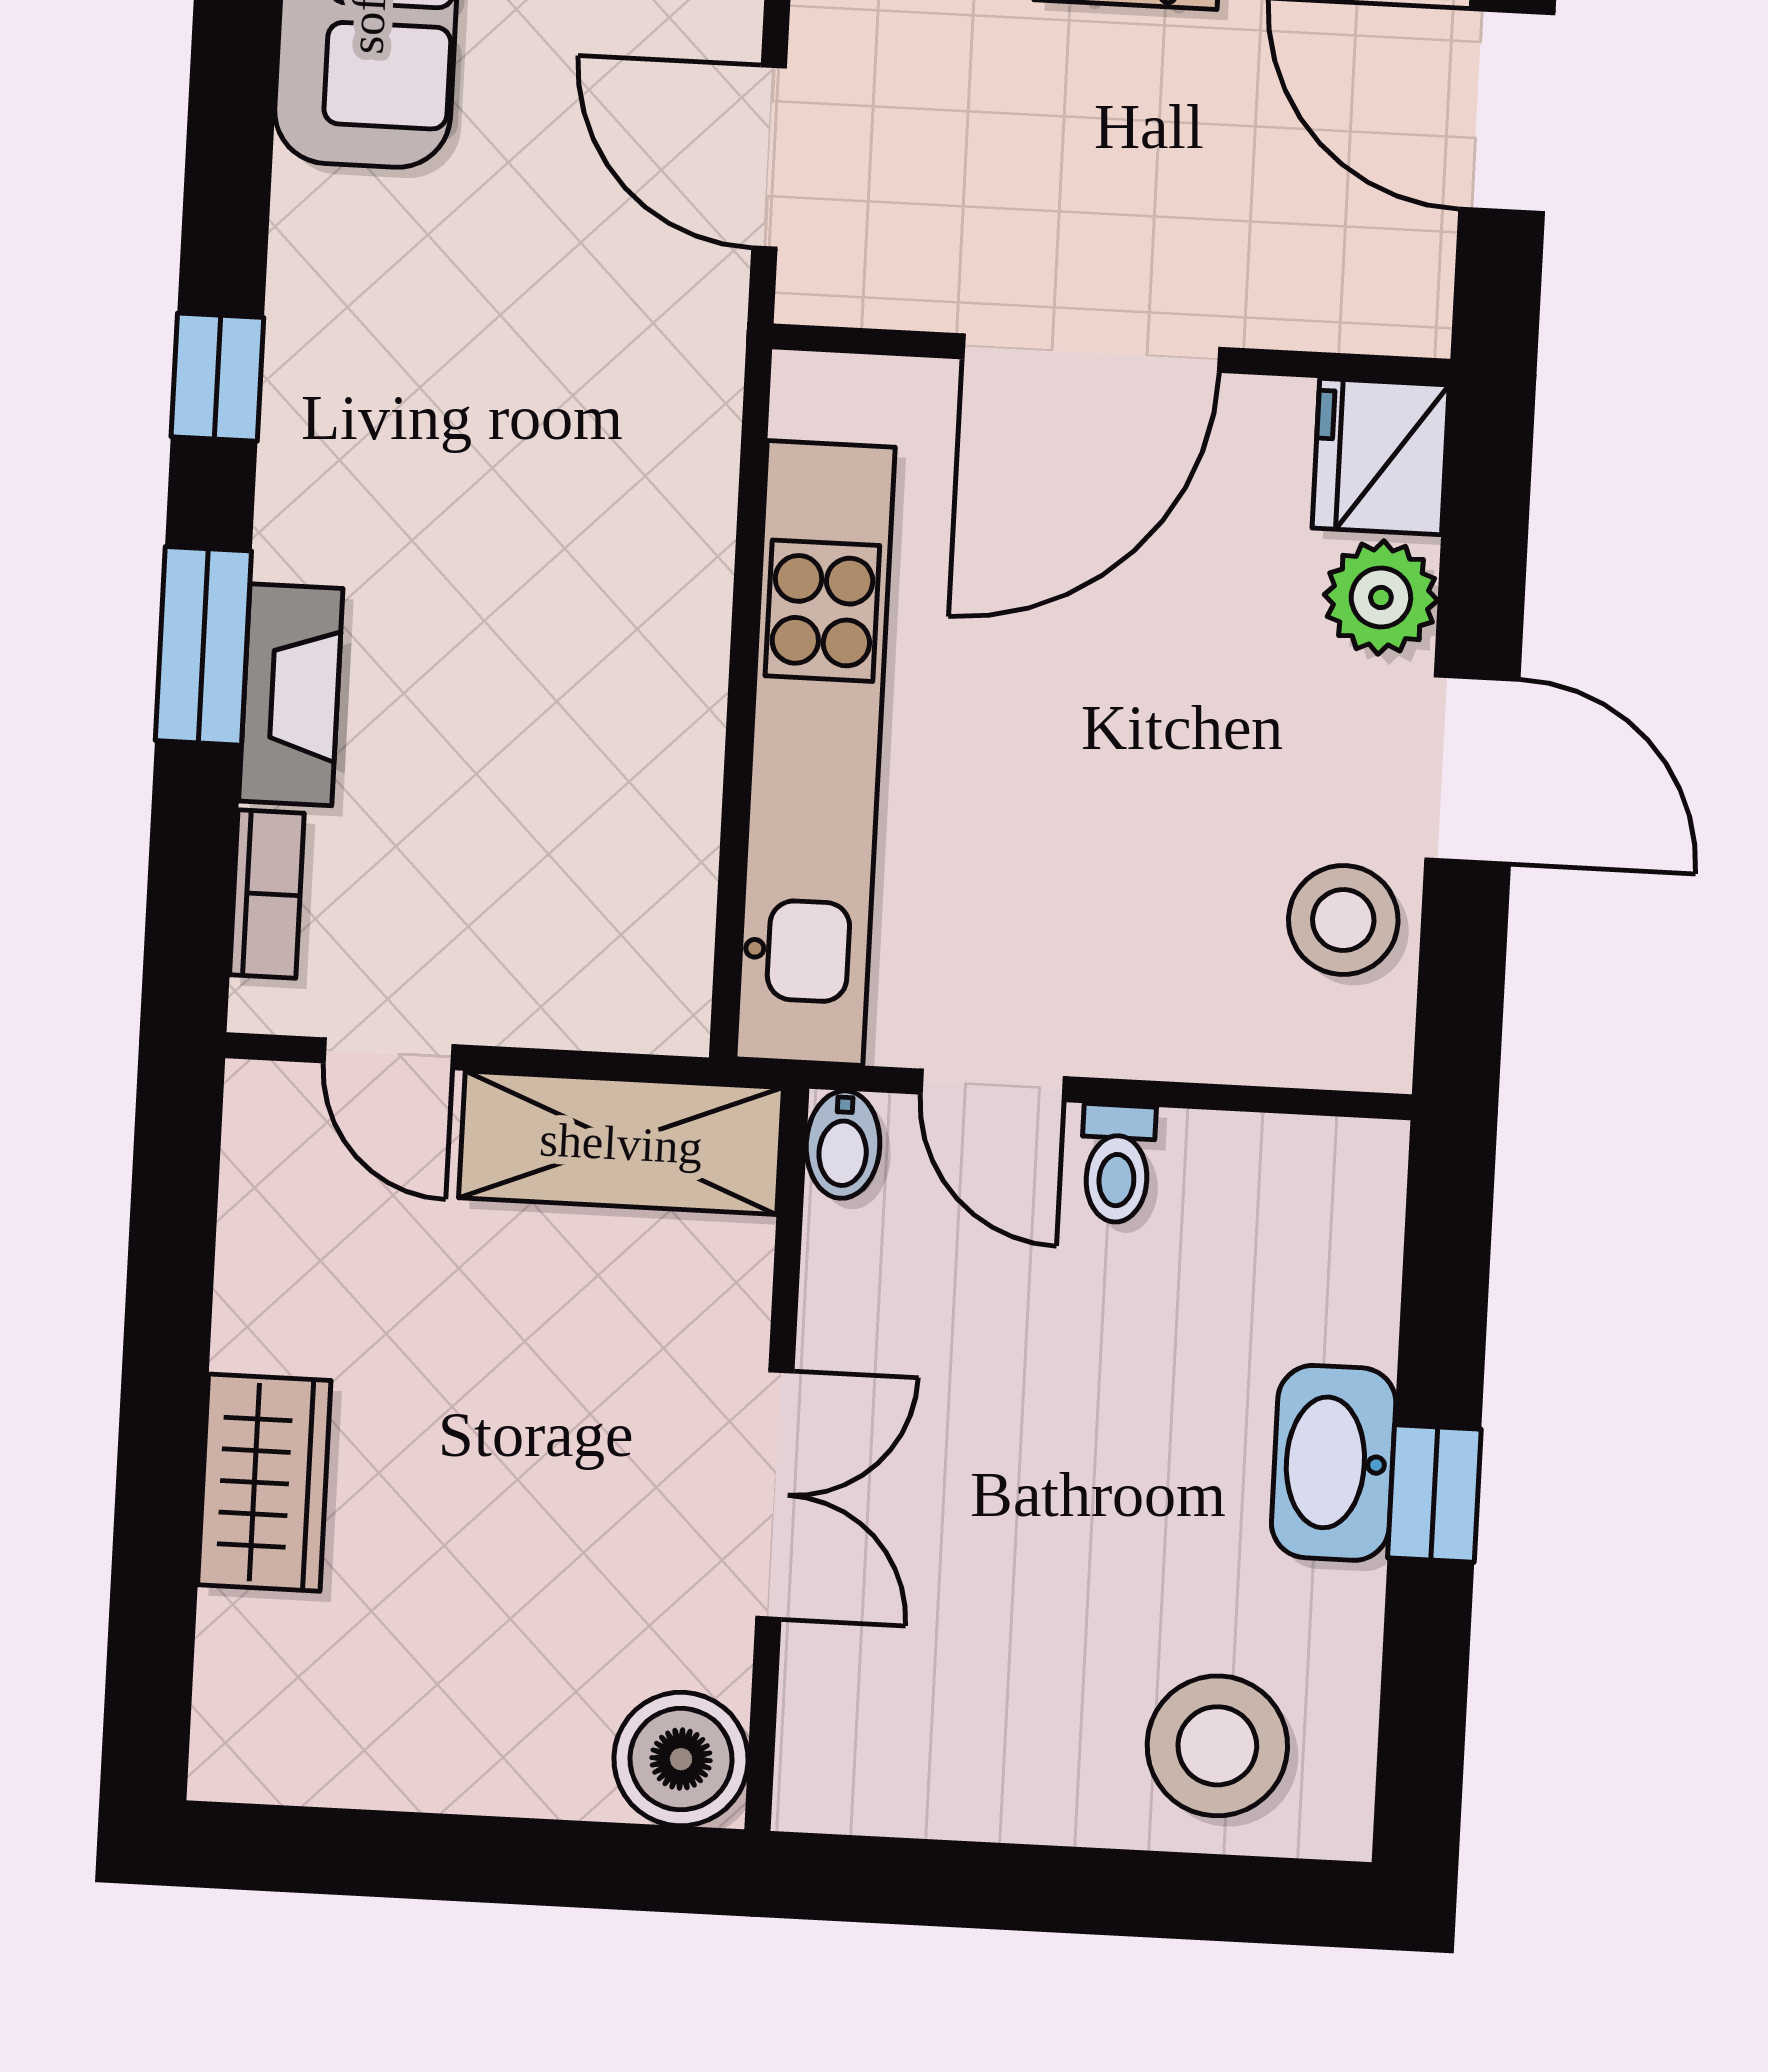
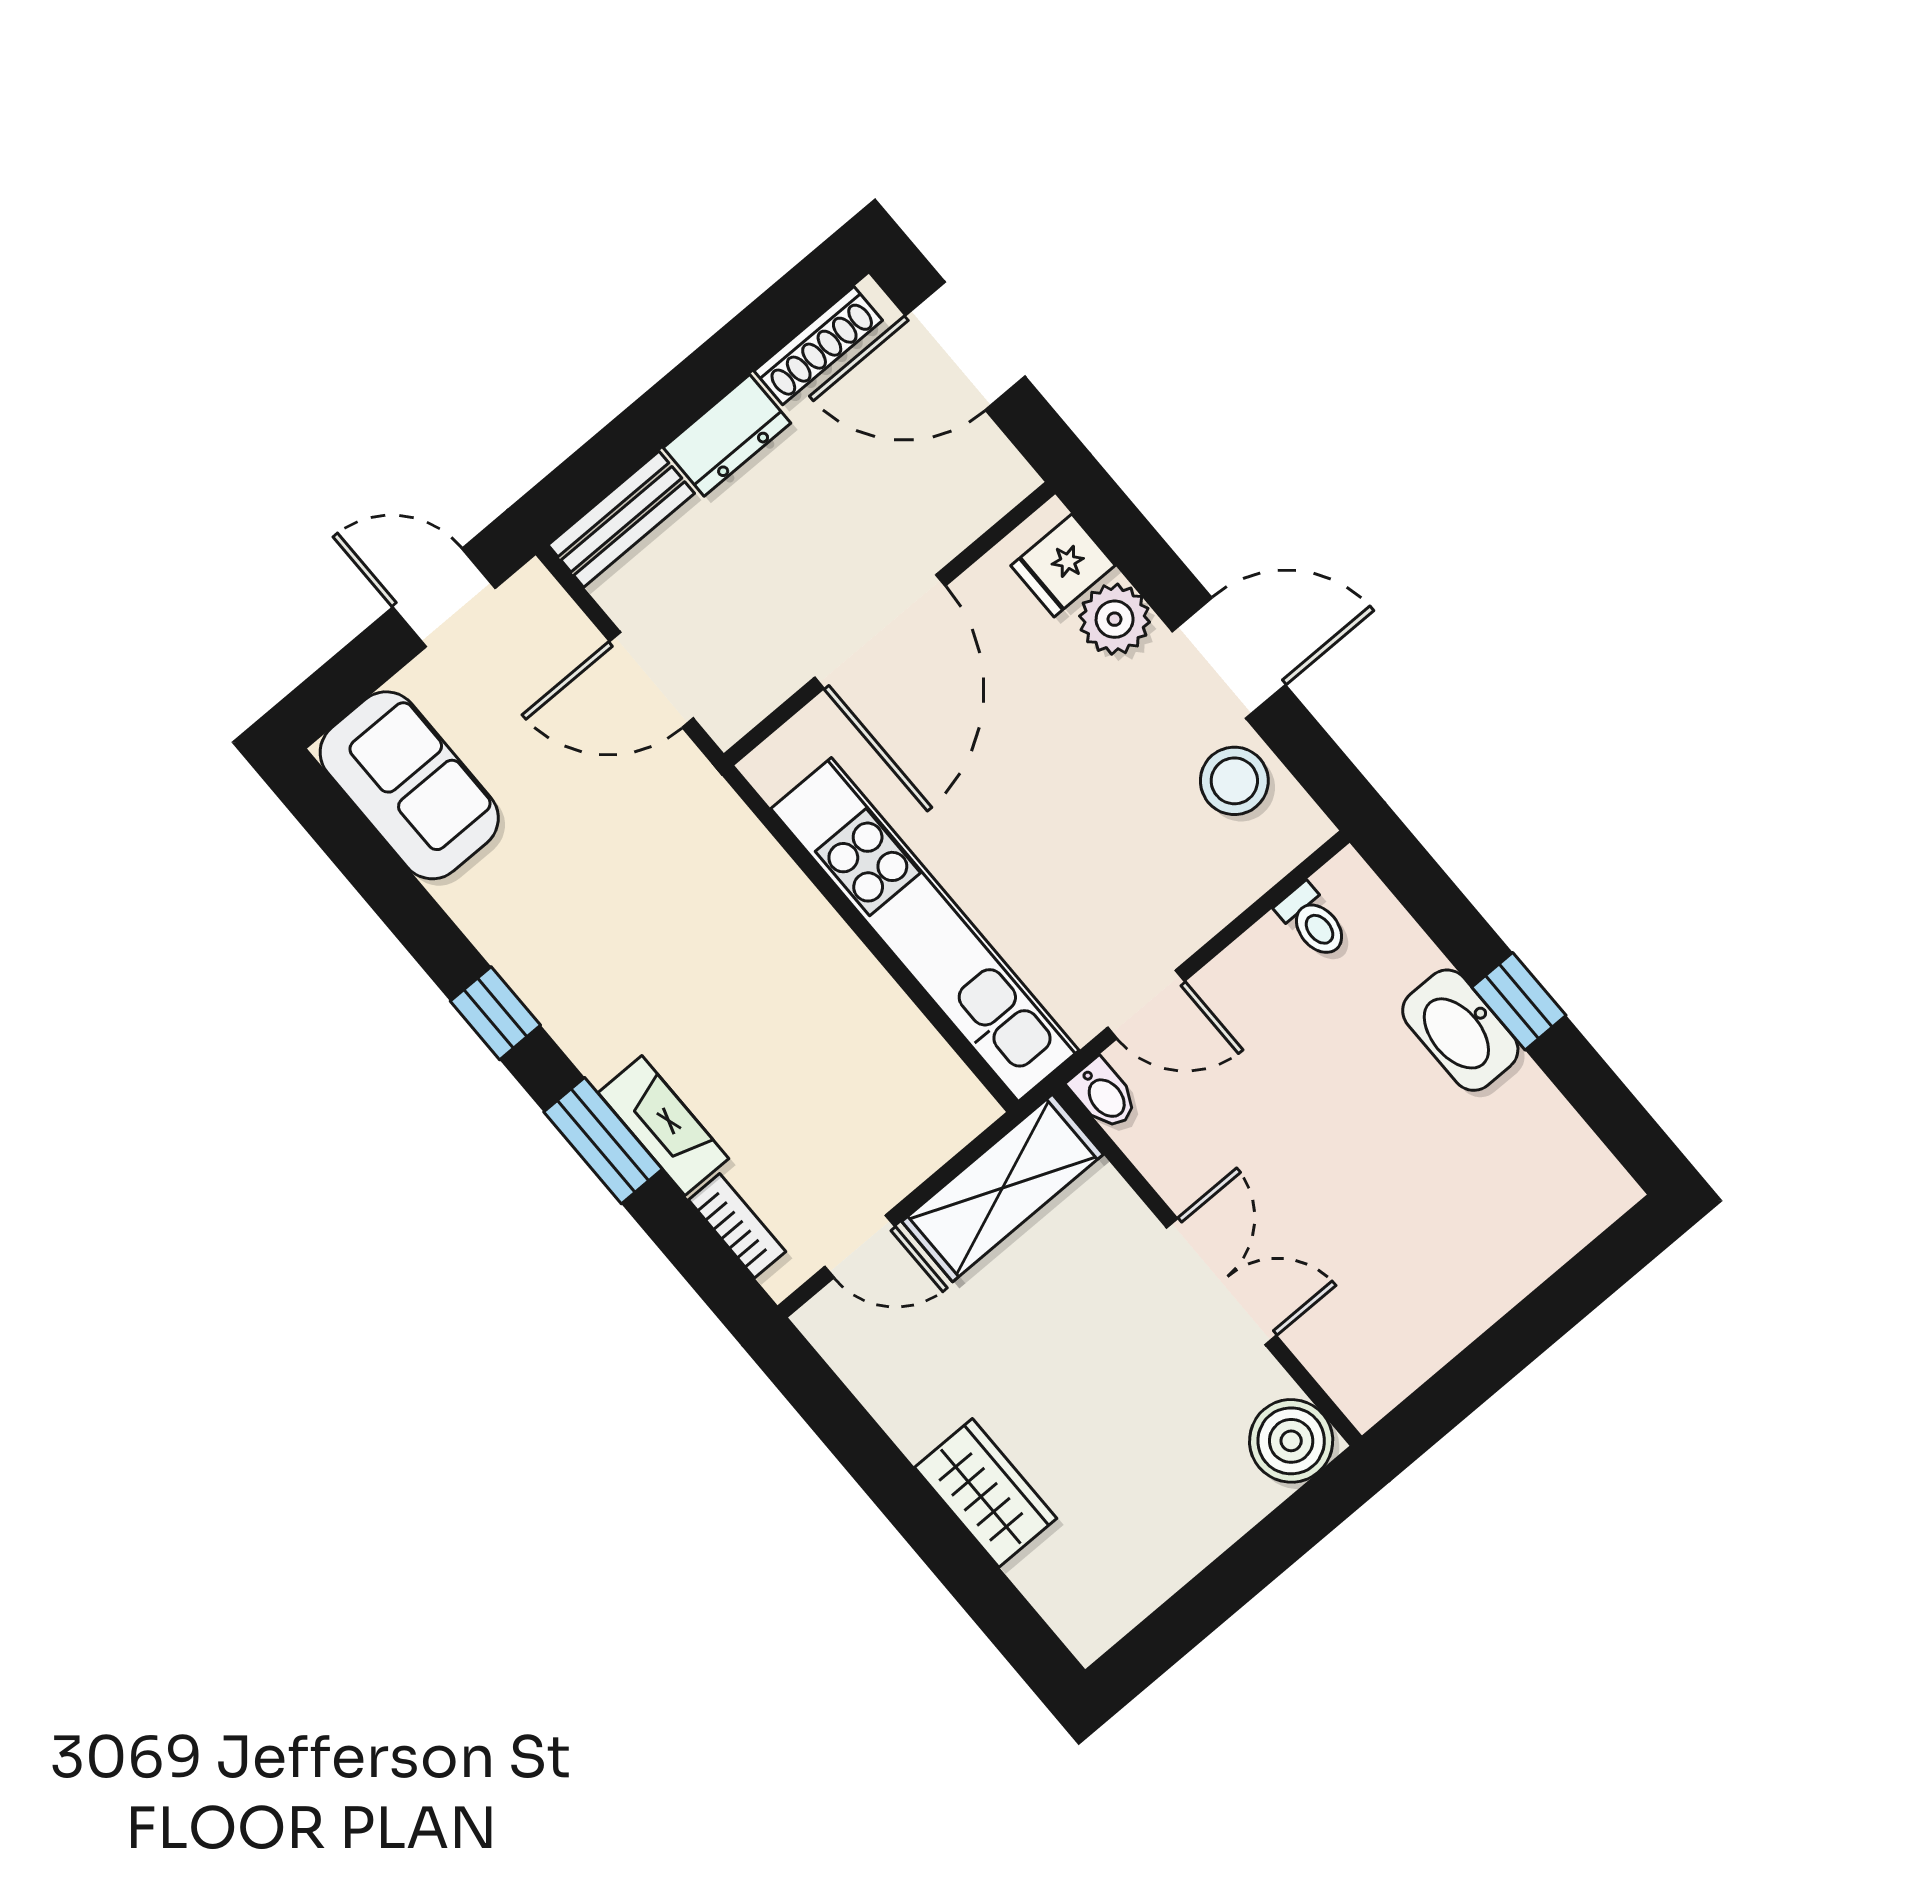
fridge: (1381, 456) -> (1063, 565), width x0.72
toilet: (1117, 1164) -> (1313, 921), moved
stool: (1217, 1746) -> (1528, 1207), removed

